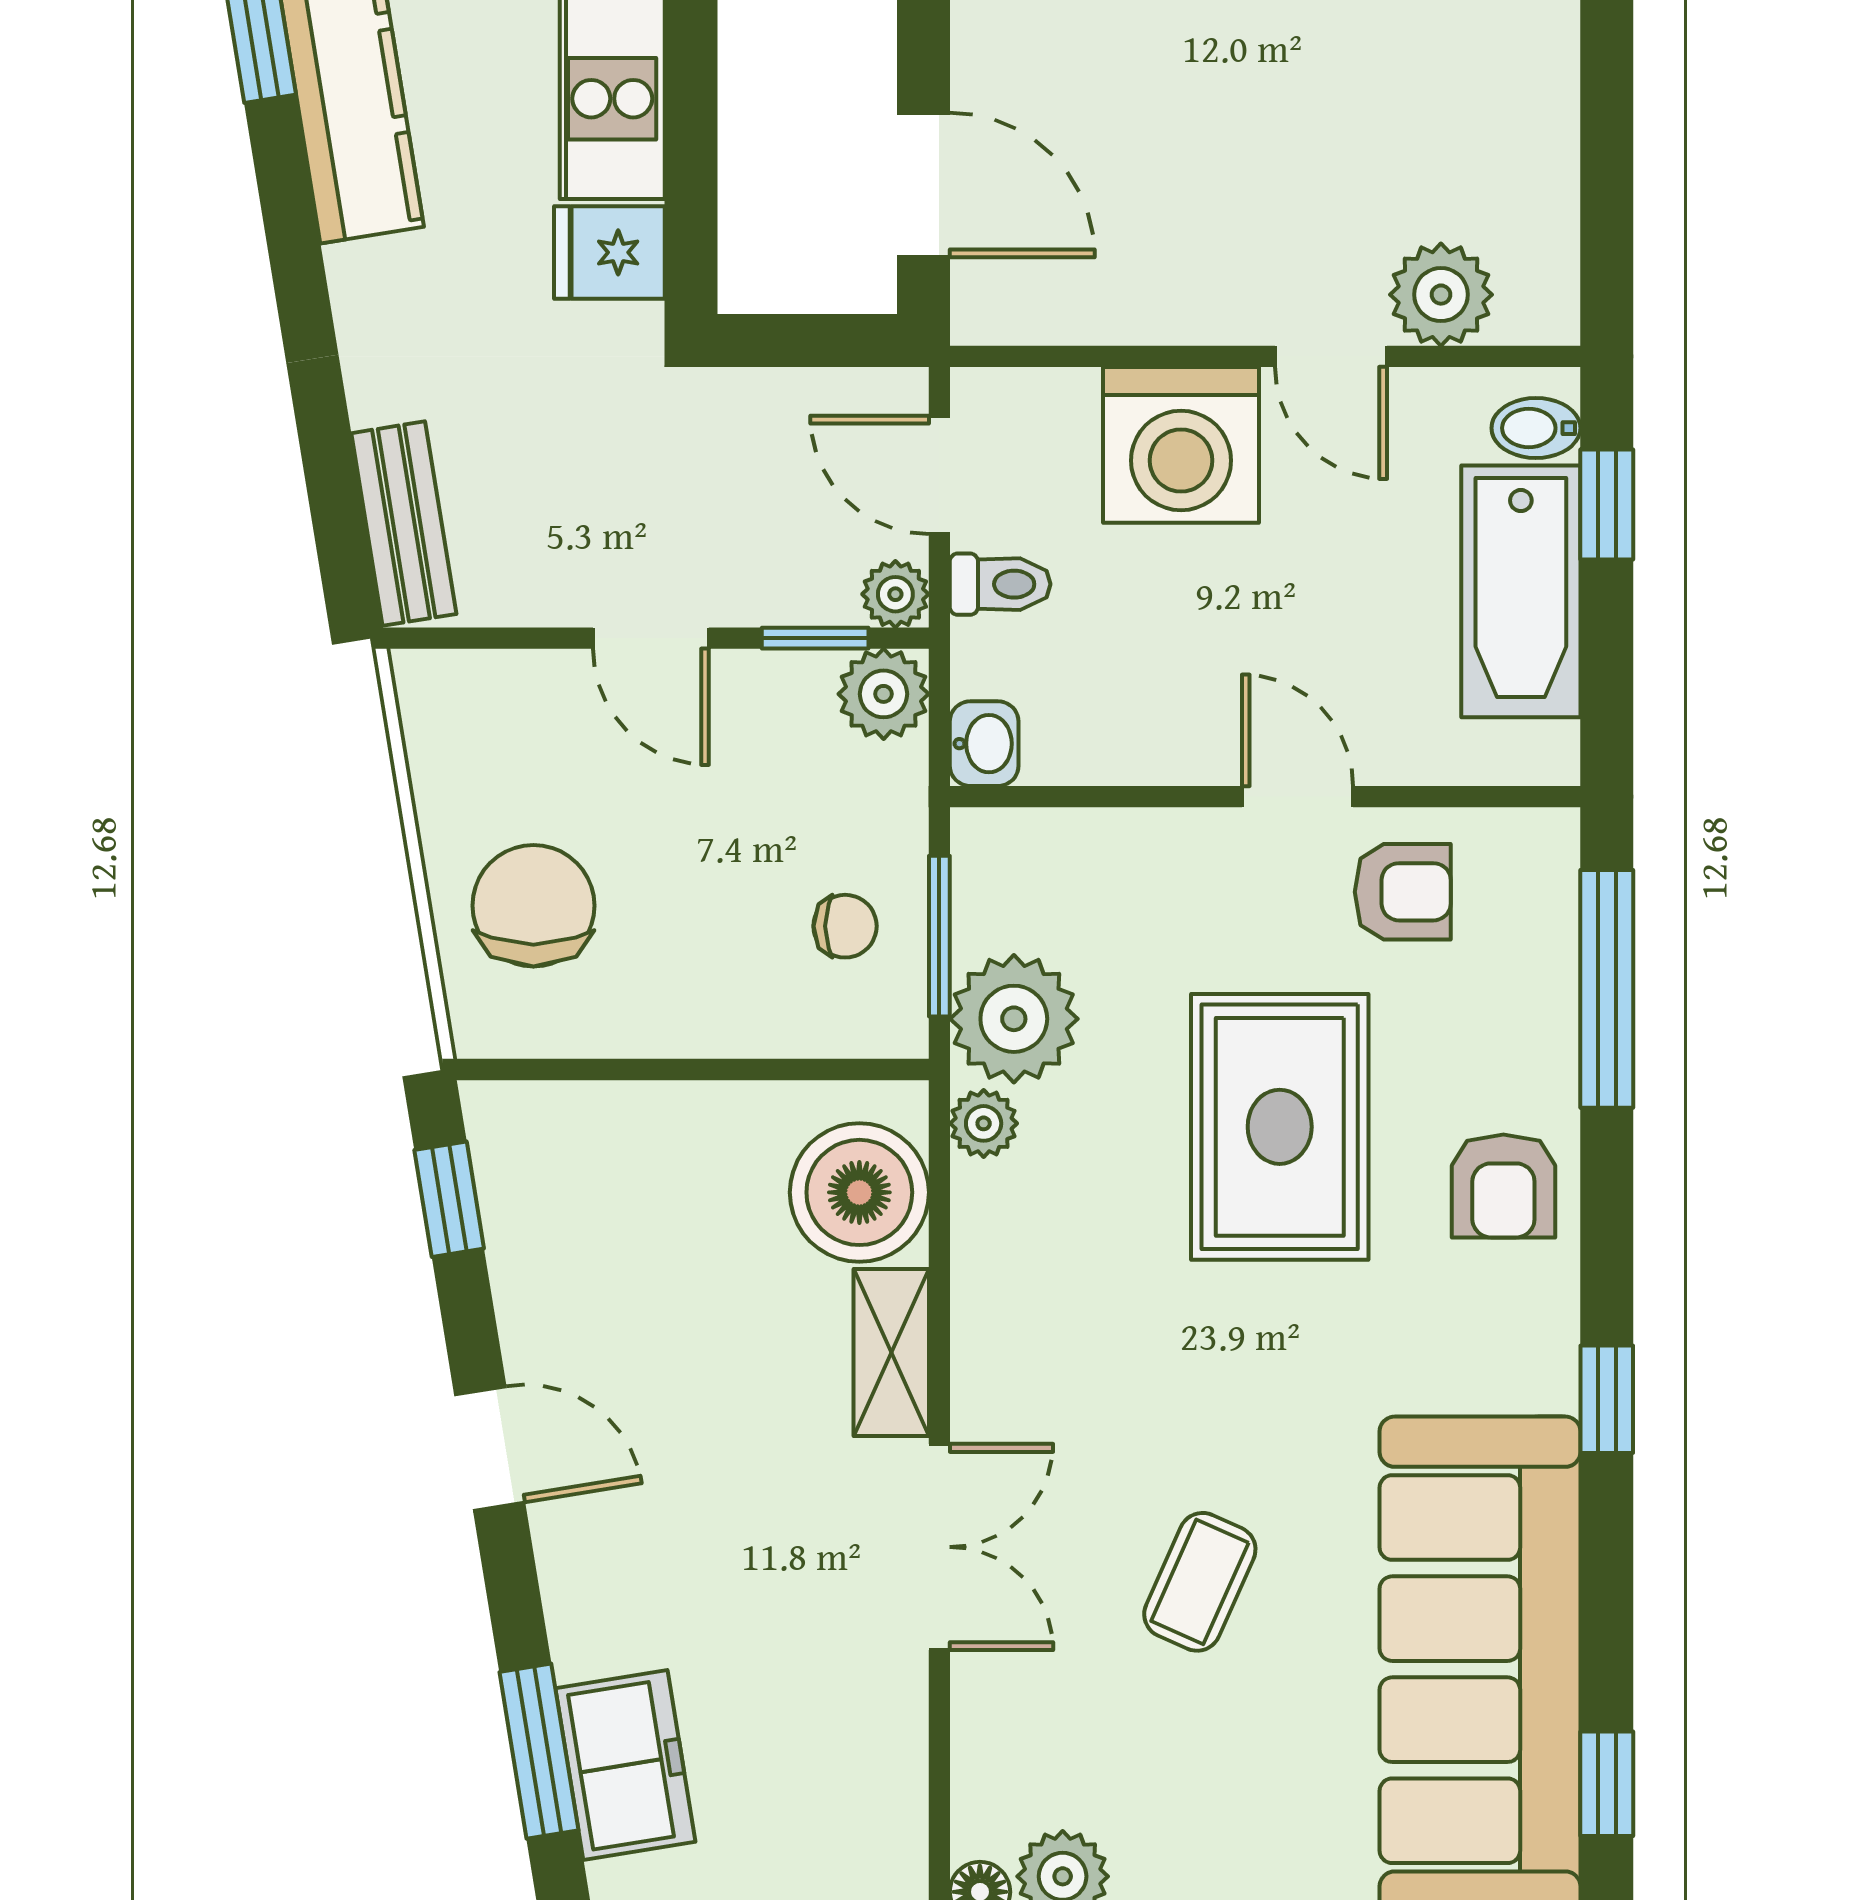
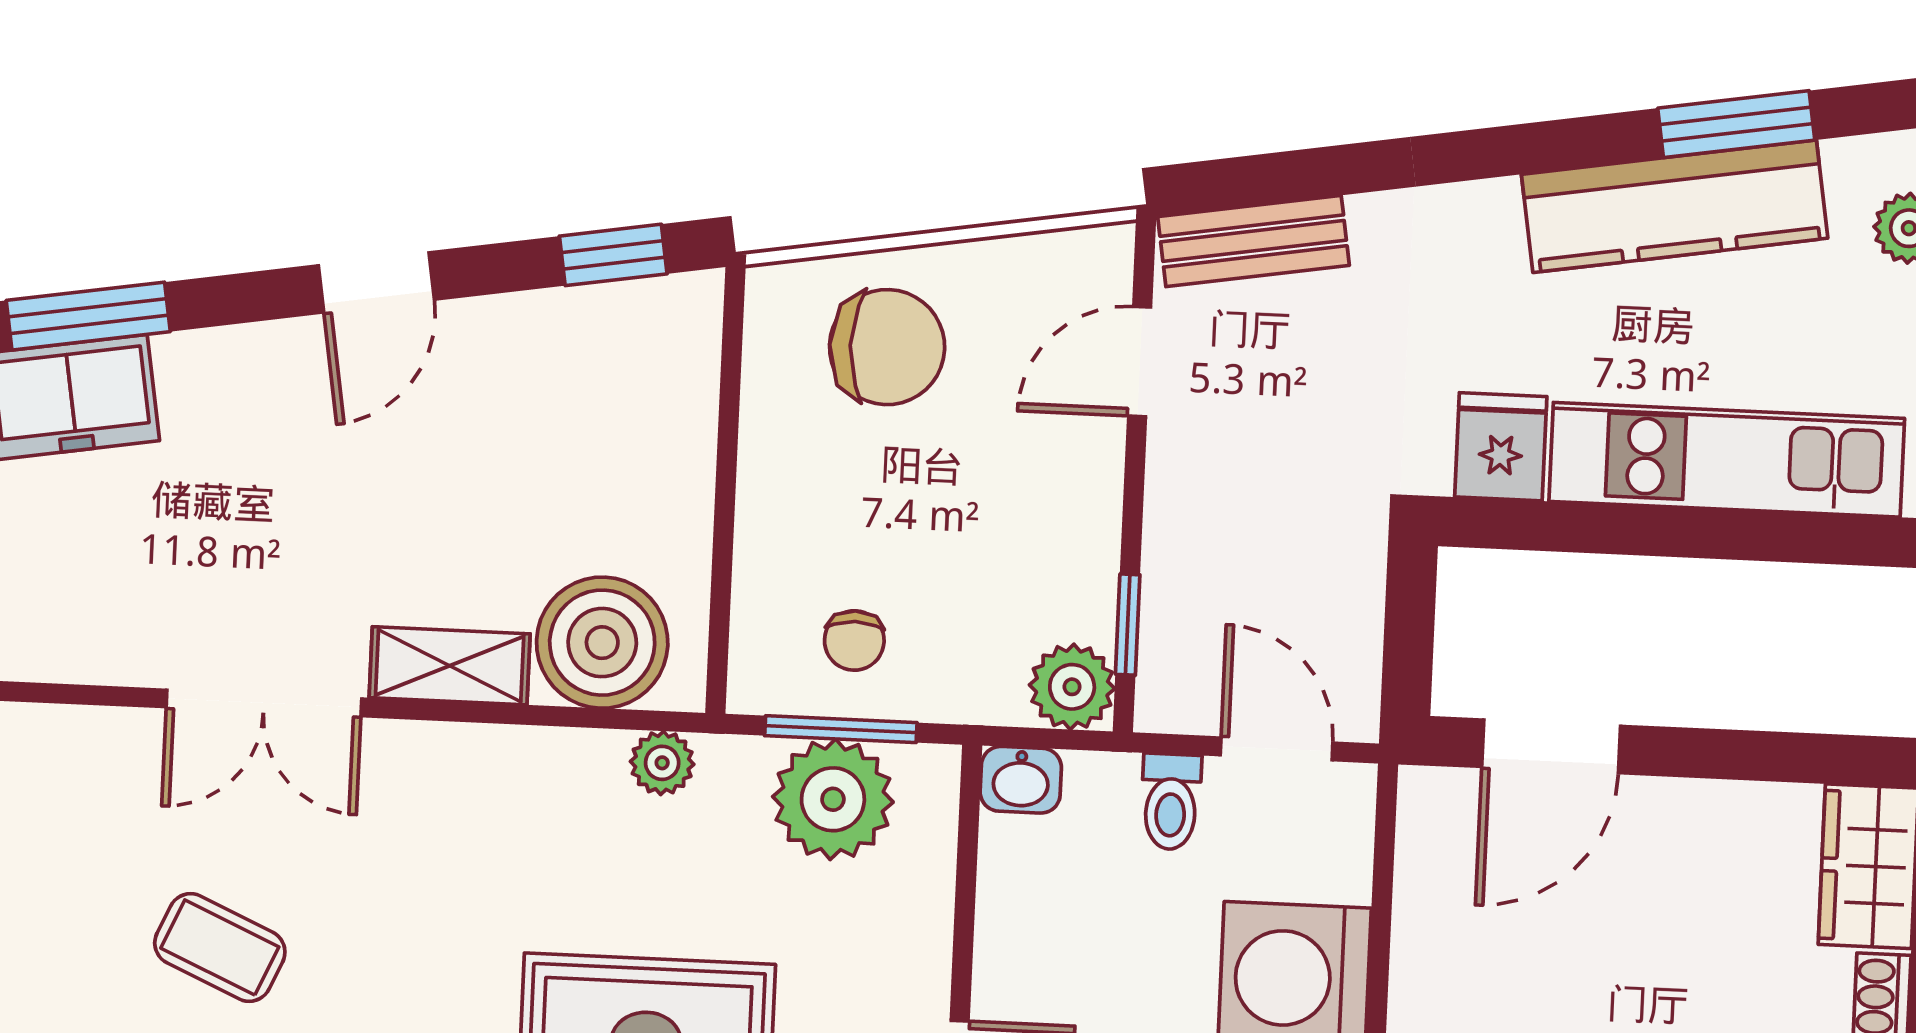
door: (939, 475) -> (1277, 749), hinge flipped
plant: (895, 594) -> (1166, 702), removed
door: (651, 638) -> (1140, 362), moved
plant: (1014, 1019) -> (833, 799), moved

